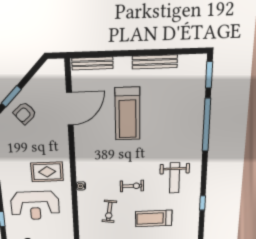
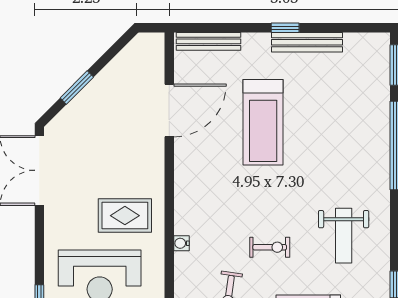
window: (141, 53) -> (285, 28), added
armchair: (25, 113) -> (96, 115), removed

